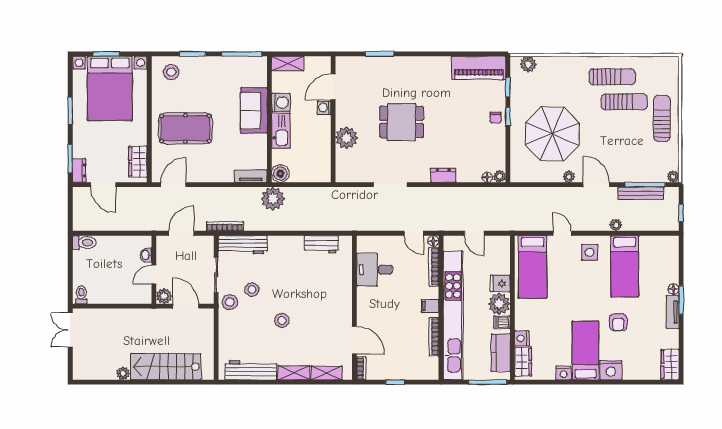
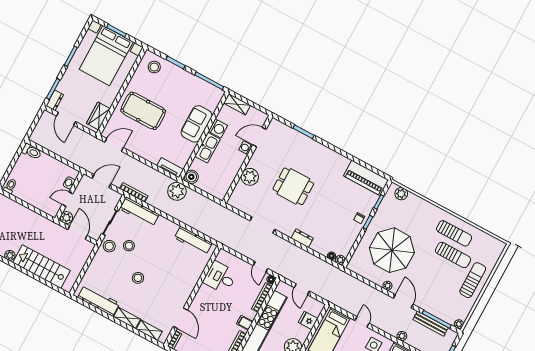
workbench: (321, 244) -> (193, 240), width x1.38
fridge: (500, 283) -> (308, 320), moved

